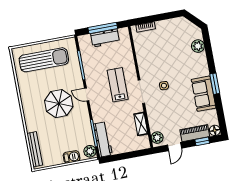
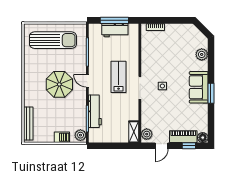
sofa: (204, 94) -> (199, 87), moved
shelving: (141, 124) -> (134, 132), moved
workbench: (103, 139) -> (95, 111), moved

